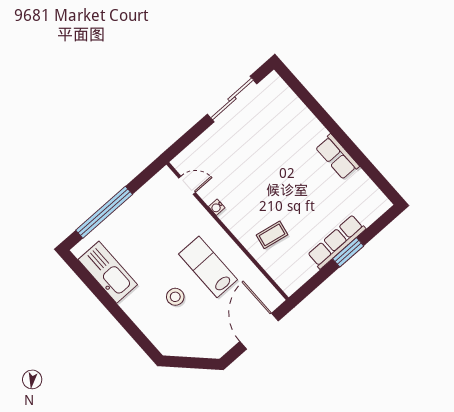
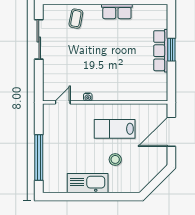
coffee table: (272, 235) -> (76, 19), moved
kitchen sink: (108, 272) -> (88, 183), moved
door: (259, 331) -> (171, 132), hinge flipped

